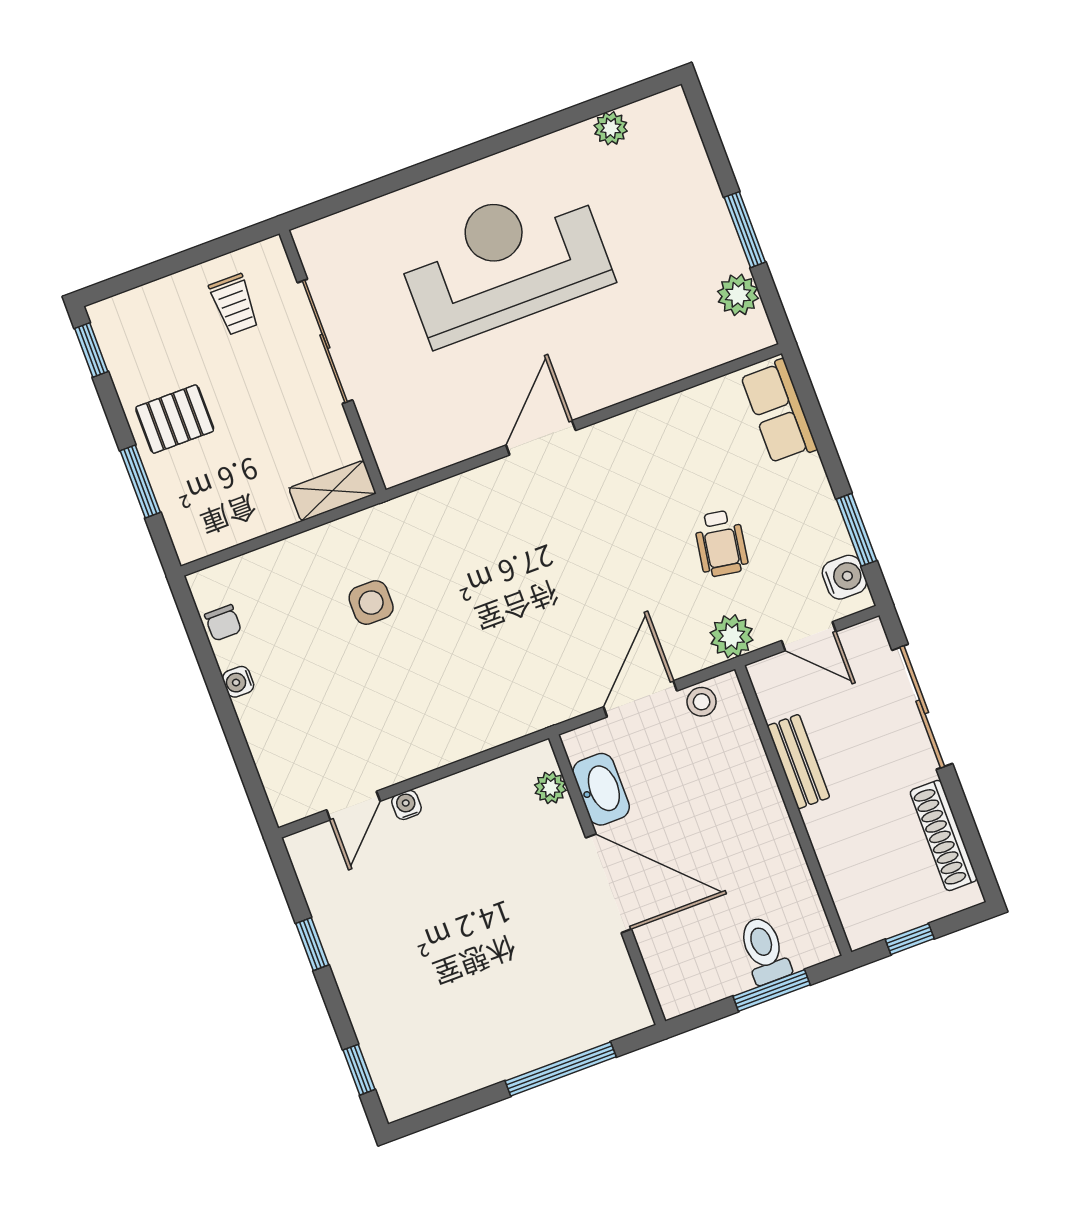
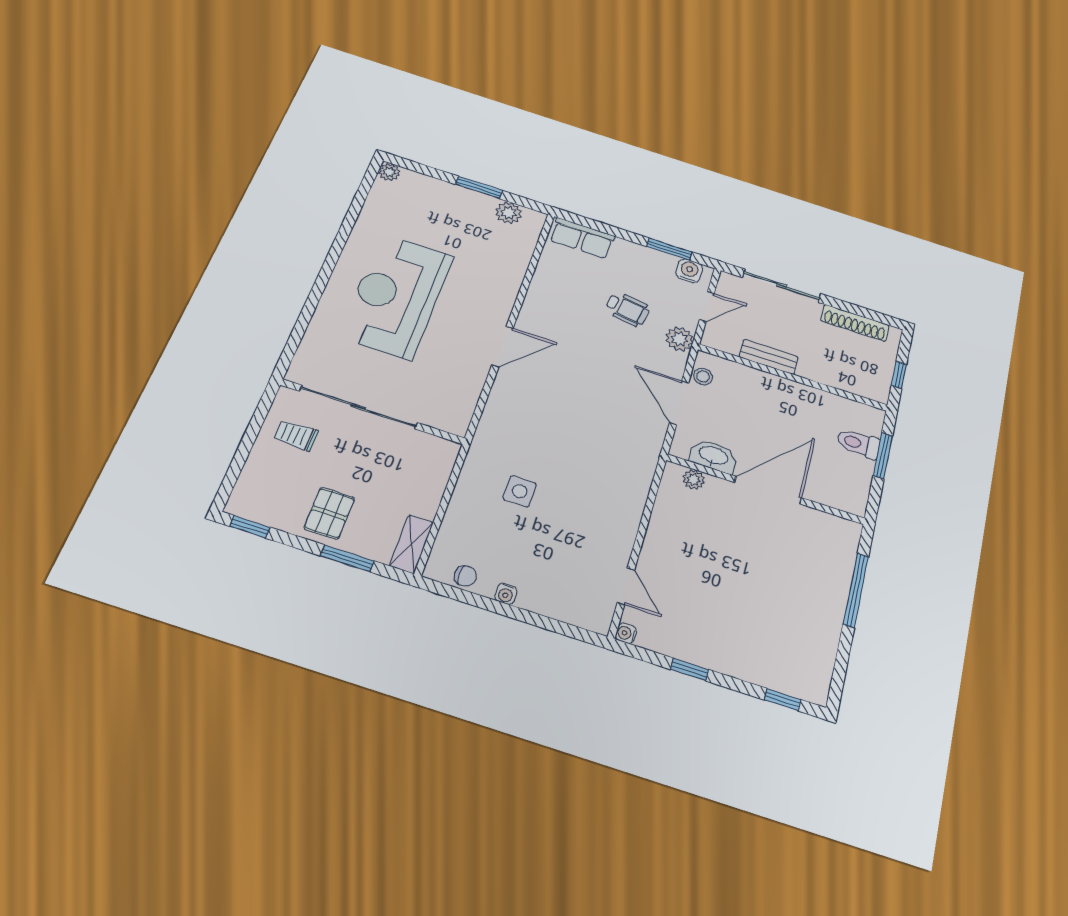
plant: (611, 128) -> (389, 172), moved
trolley: (234, 304) -> (296, 435), turned 180
sliding door: (325, 341) -> (358, 407), width x1.36
door: (541, 438) -> (502, 347), swing flipped
shelving: (332, 491) -> (411, 544), moved
water cooler: (406, 805) -> (626, 633), moved

